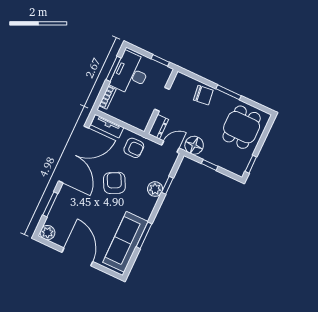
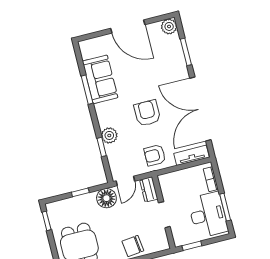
armchair: (114, 183) -> (147, 113), turned -153
sofa: (125, 242) -> (100, 79), width x0.73

